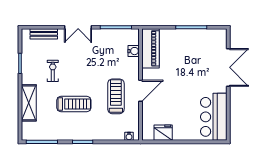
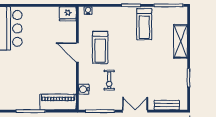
piano: (150, 48) -> (58, 102), moved, turned 90
exercise bike: (53, 71) -> (109, 80), moved
door: (141, 91) -> (77, 52), hinge flipped
treadmill: (74, 104) -> (144, 24), moved, turned -90
fridge: (163, 133) -> (68, 14), moved

